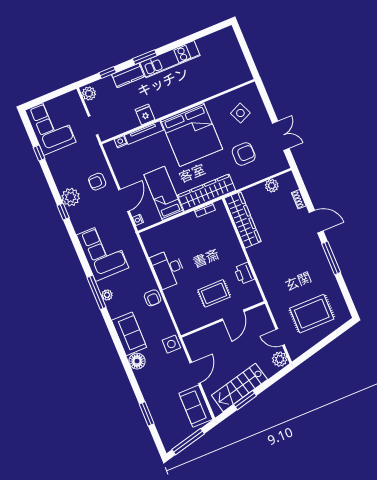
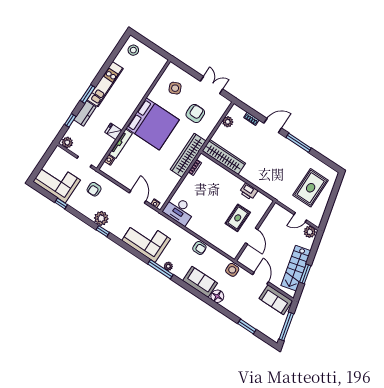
stool: (224, 44) -> (133, 50), added
armchair: (97, 182) -> (94, 189), moved
bed: (164, 193) -> (160, 175), removed
desk: (168, 269) -> (179, 210), moved
door: (233, 315) -> (252, 236), moved

